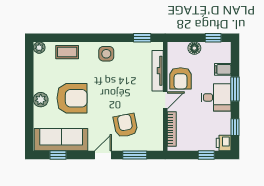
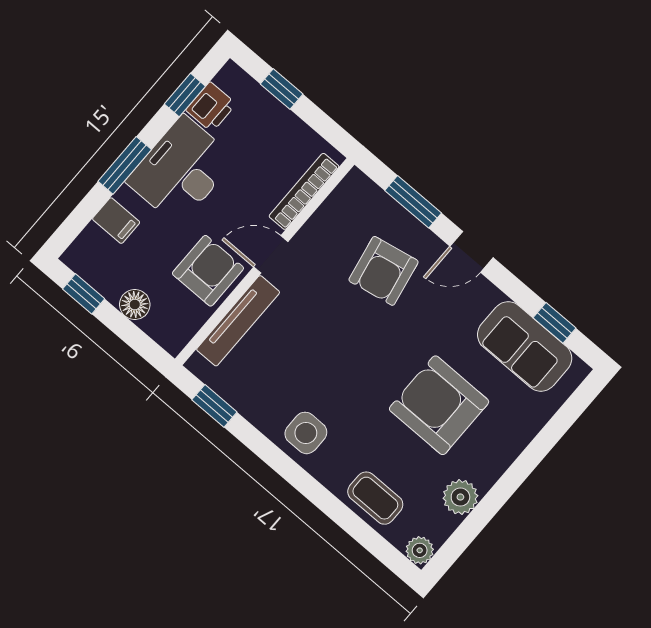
desk: (216, 97) -> (181, 170), width x1.37
plant: (41, 100) -> (460, 497), moved
sofa: (61, 140) -> (525, 346), width x0.73
printer: (224, 143) -> (211, 107), moved

